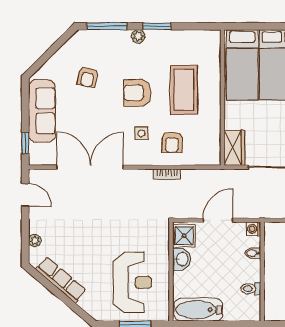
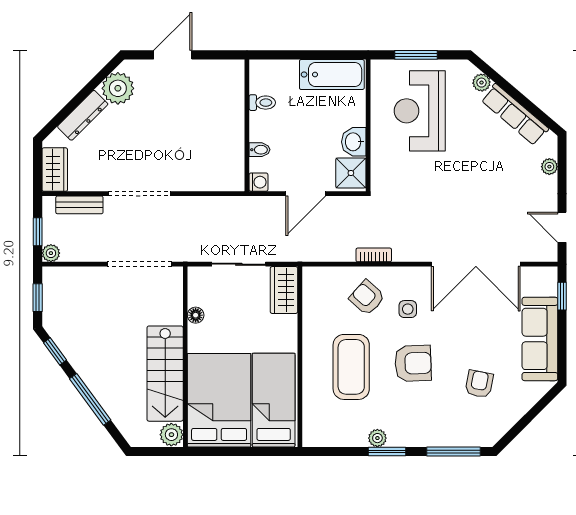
plant: (138, 36) -> (377, 438), moved
armchair: (172, 142) -> (367, 298), turned -48
plant: (86, 304) -> (481, 83), added

